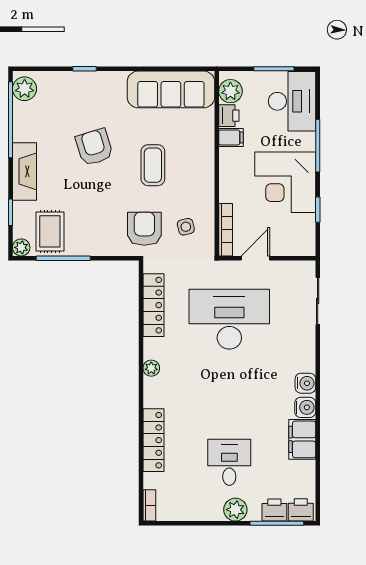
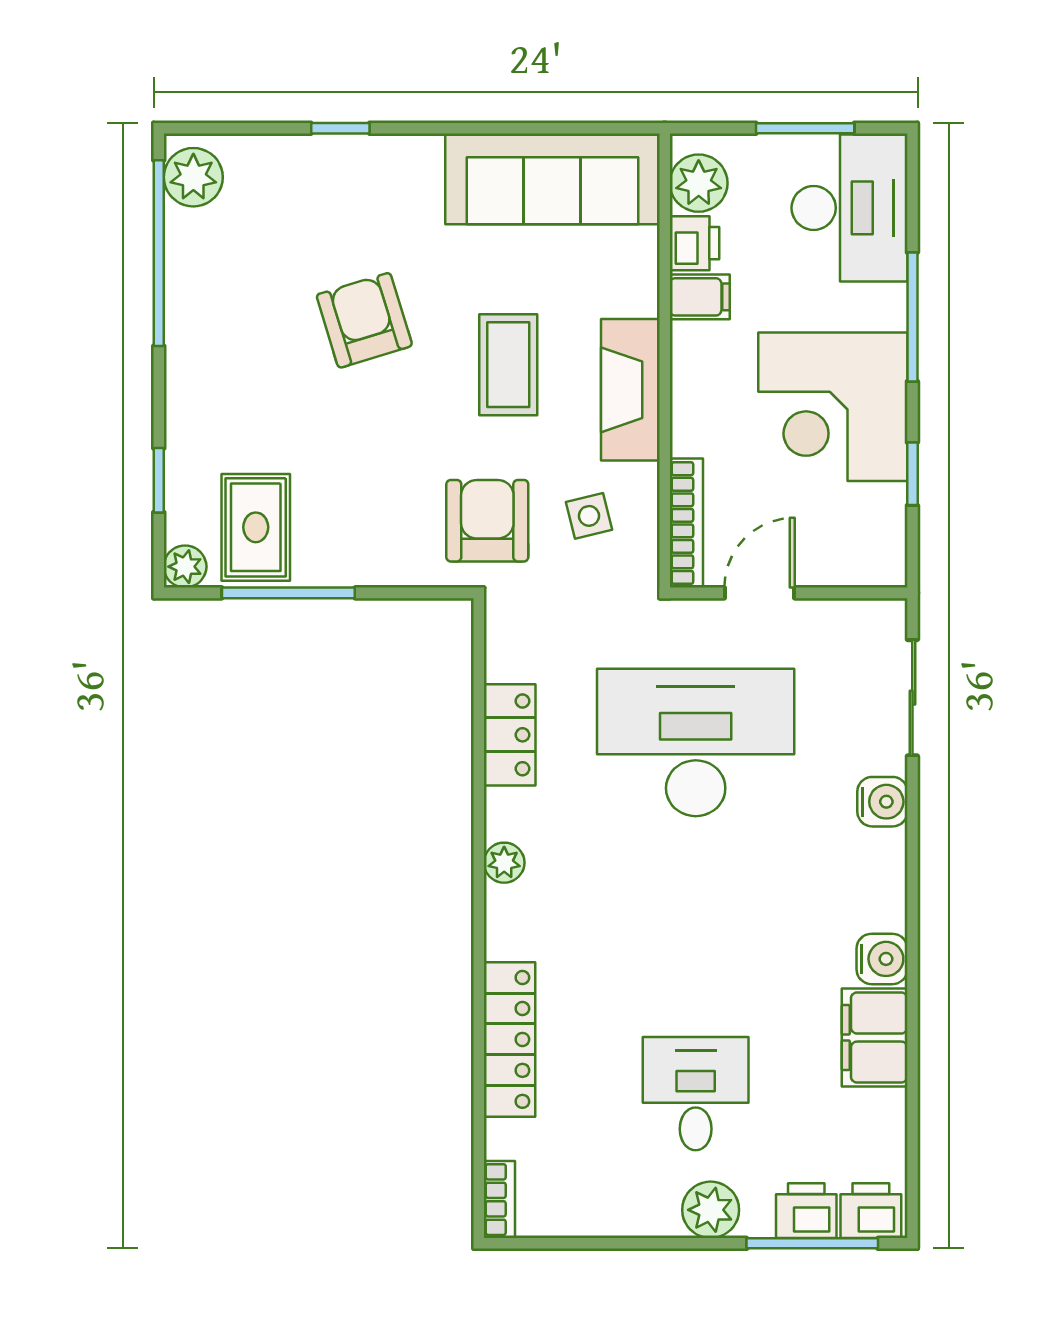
fireplace: (24, 171) -> (630, 390), moved, turned 180
locker: (153, 305) -> (510, 735), width x0.66
water cooler: (305, 383) -> (882, 802), moved

